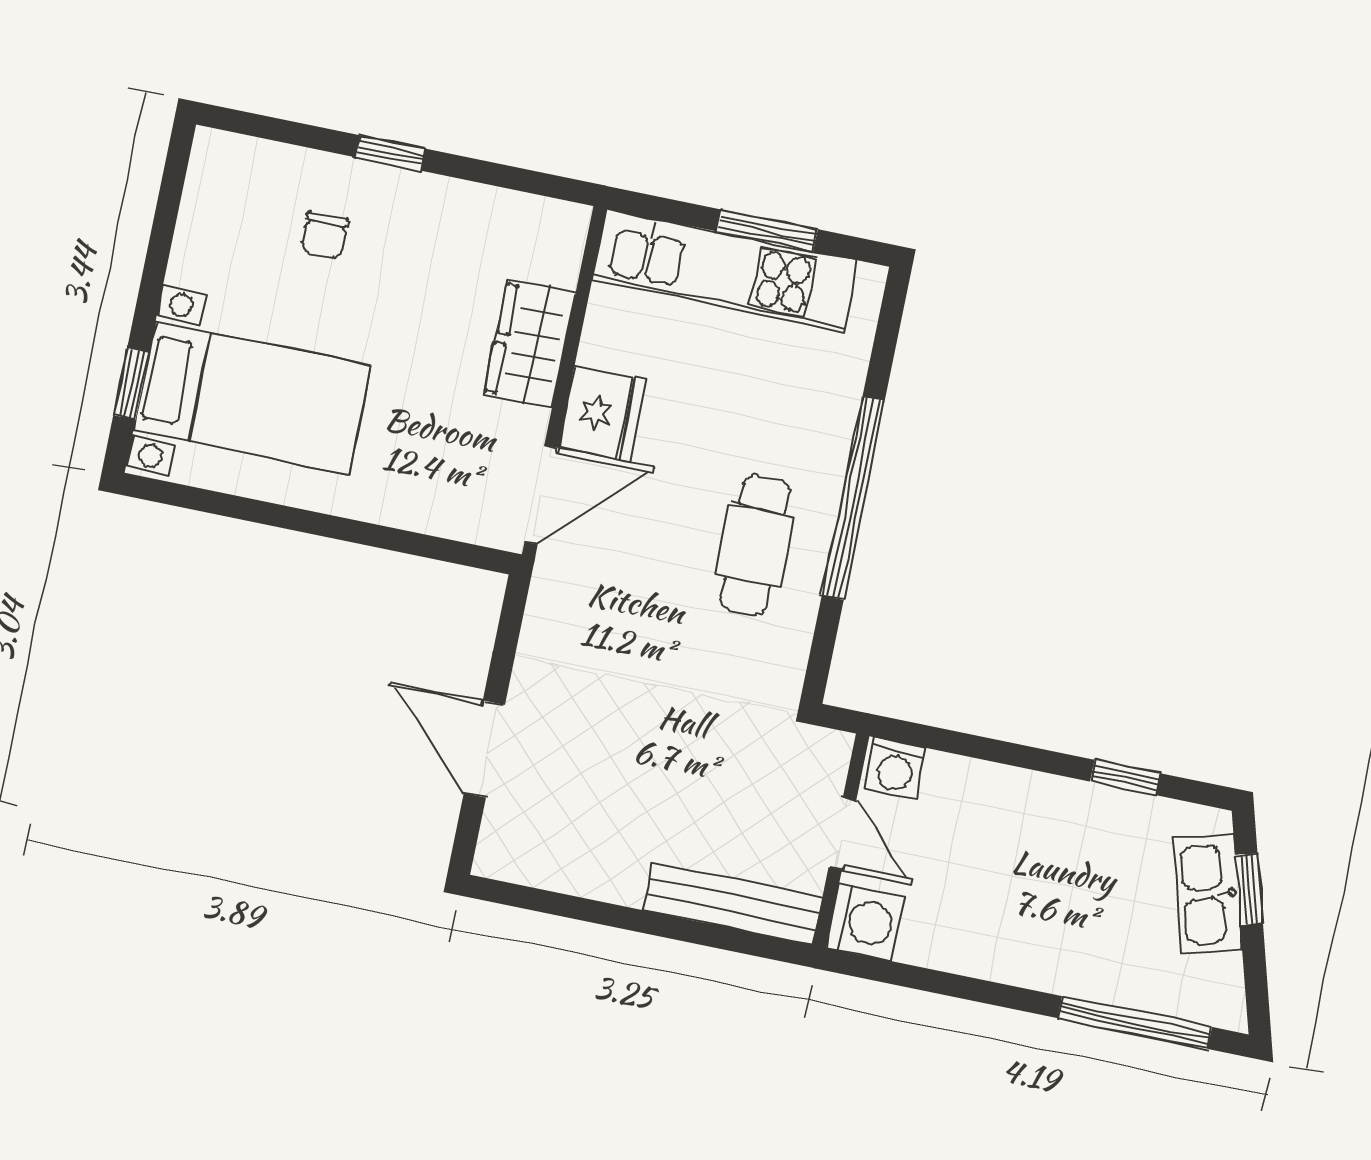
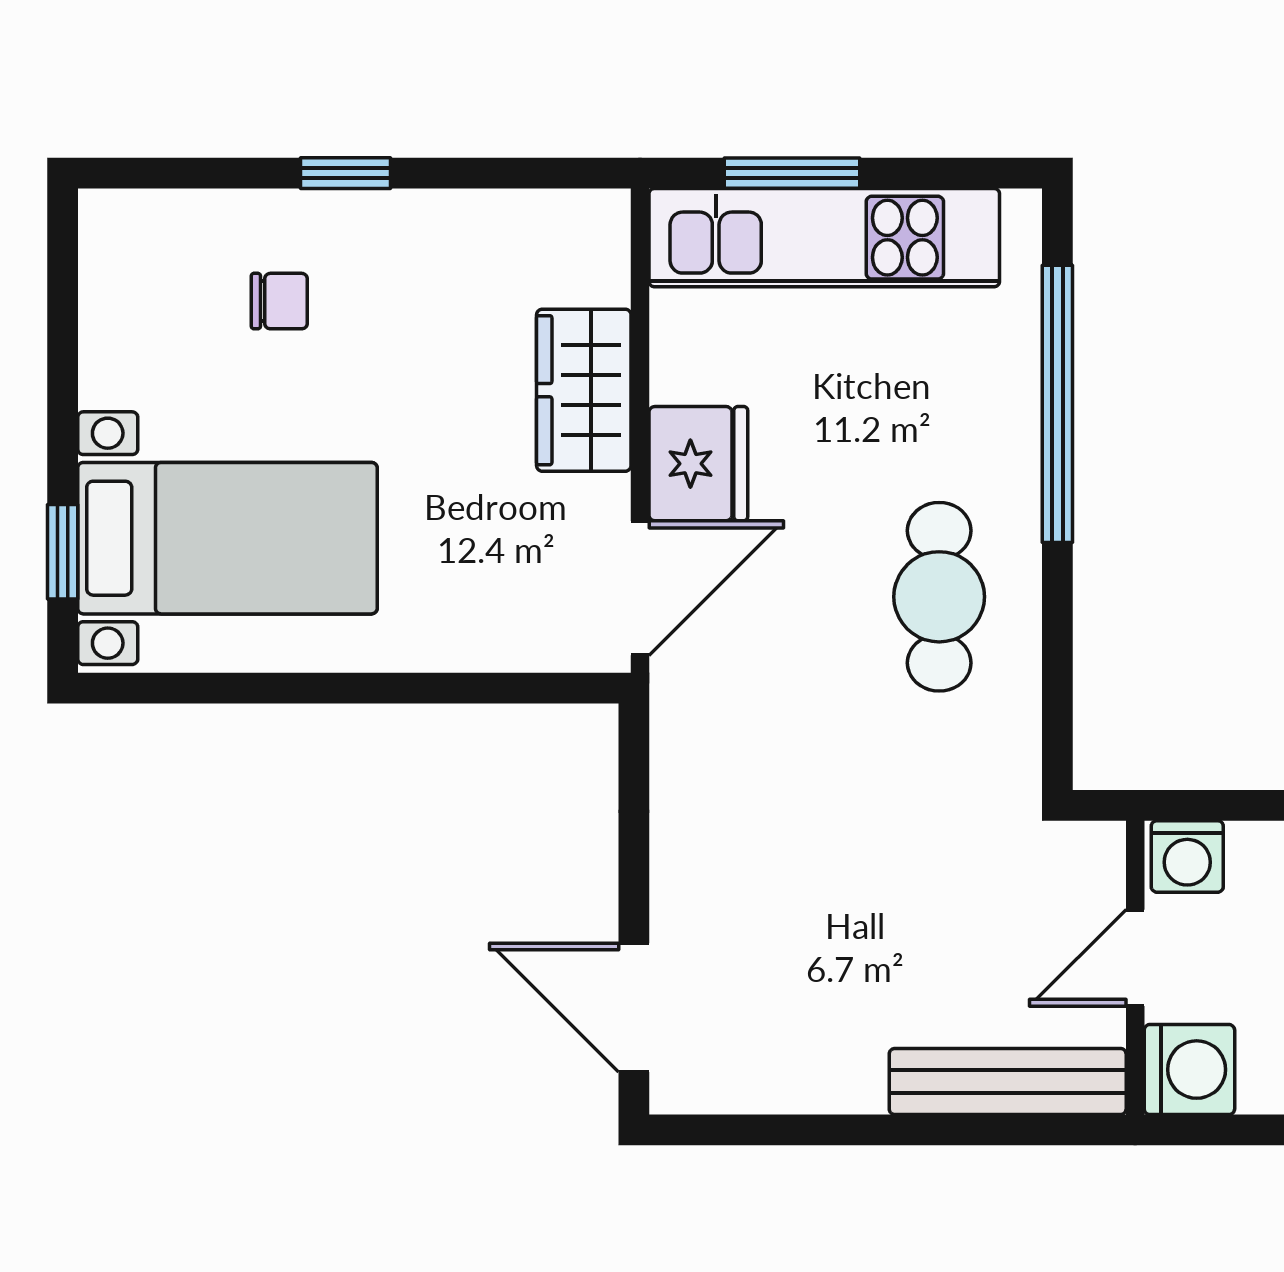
window: (767, 230) -> (792, 173), moved
chair: (324, 235) -> (279, 301), turned -90
window: (853, 498) -> (1057, 404), moved
door: (484, 749) -> (634, 1008), moved
door: (842, 834) -> (1135, 958), swing flipped

